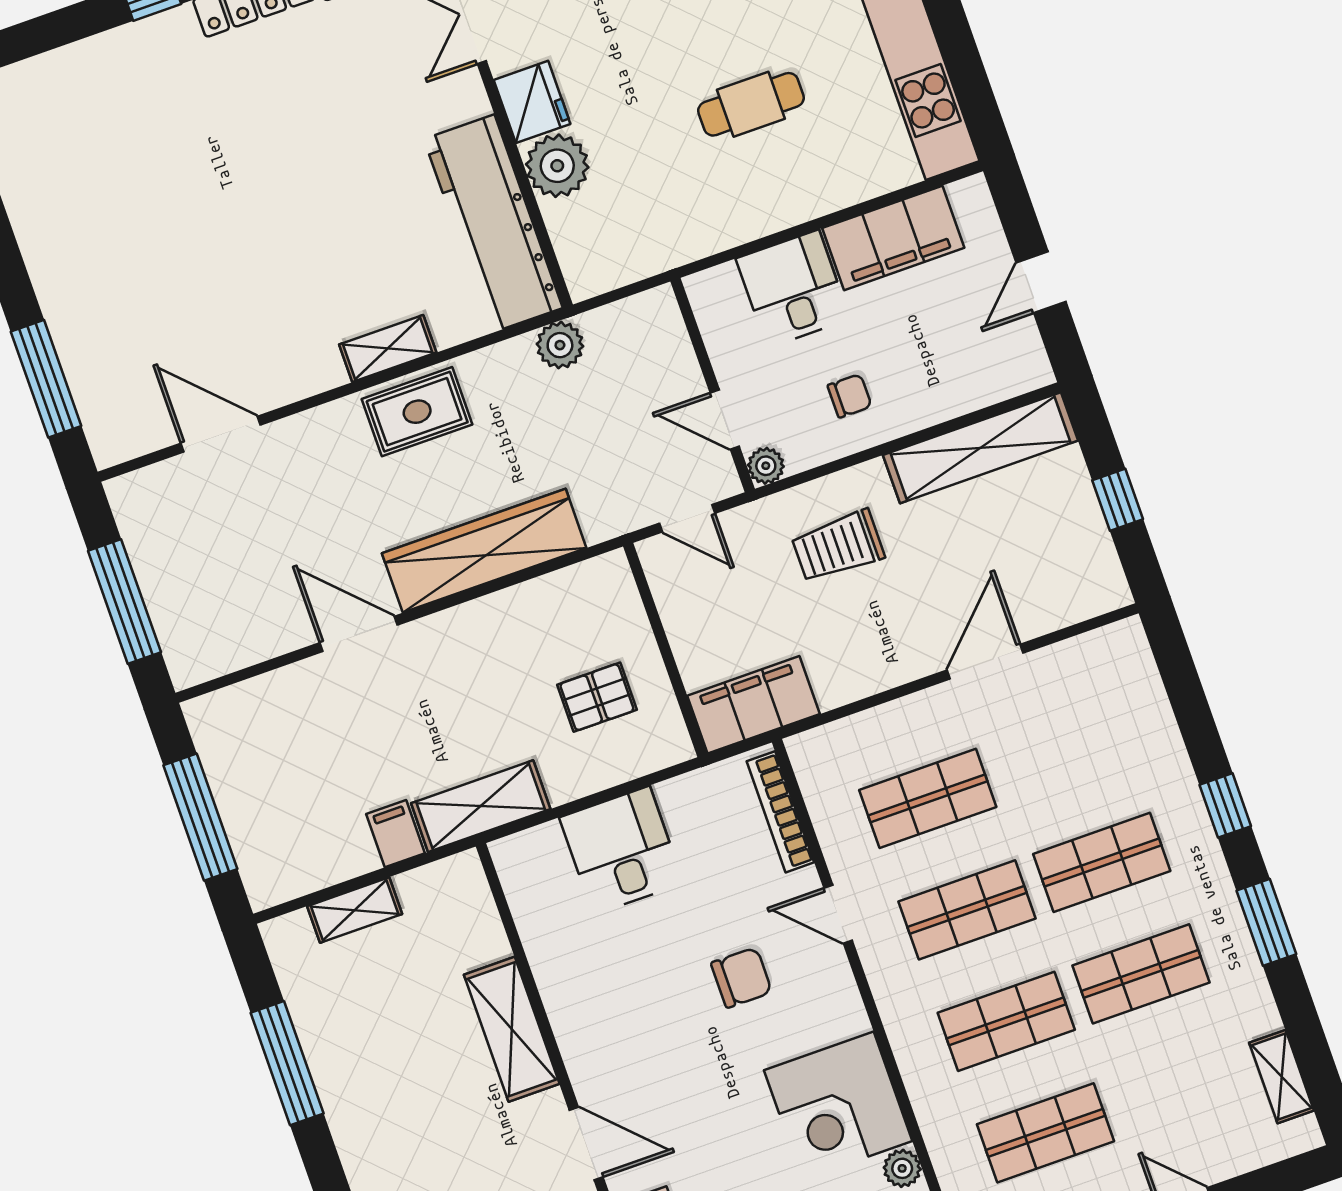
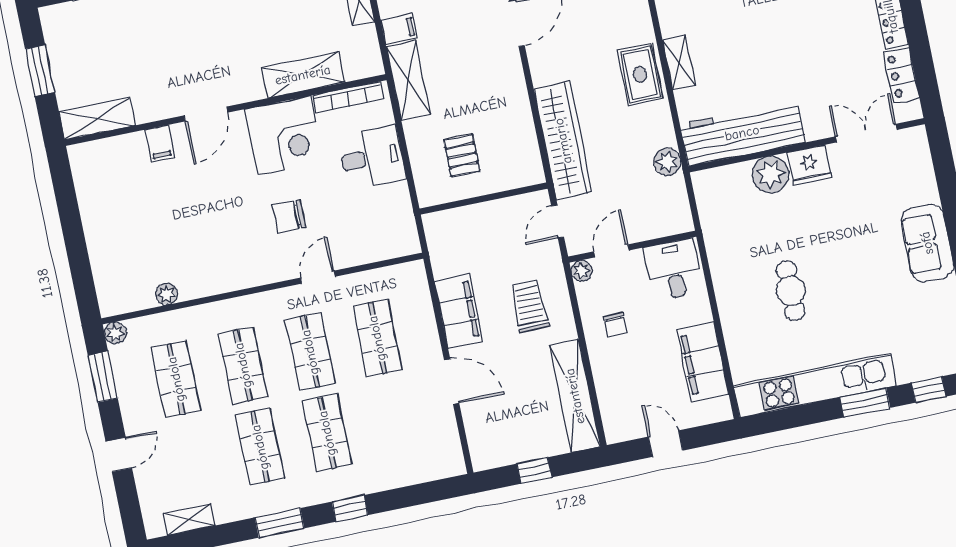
desk: (793, 289) -> (673, 270), moved, turned -90
wardrobe: (484, 551) -> (563, 141), moved
filing cabinet: (753, 705) -> (459, 311), moved
bookcase: (780, 812) -> (348, 97), moved, turned 180
chair: (741, 978) -> (289, 217), turned 90
shelving: (512, 1029) -> (303, 75), moved
corner desk: (838, 1106) -> (284, 136), moved, turned 180

